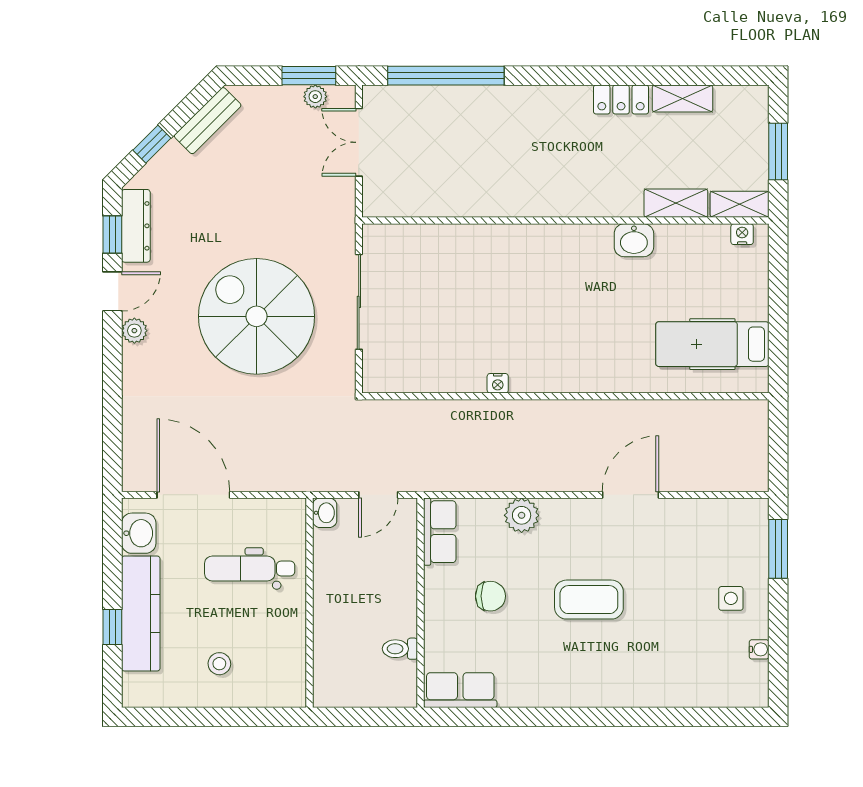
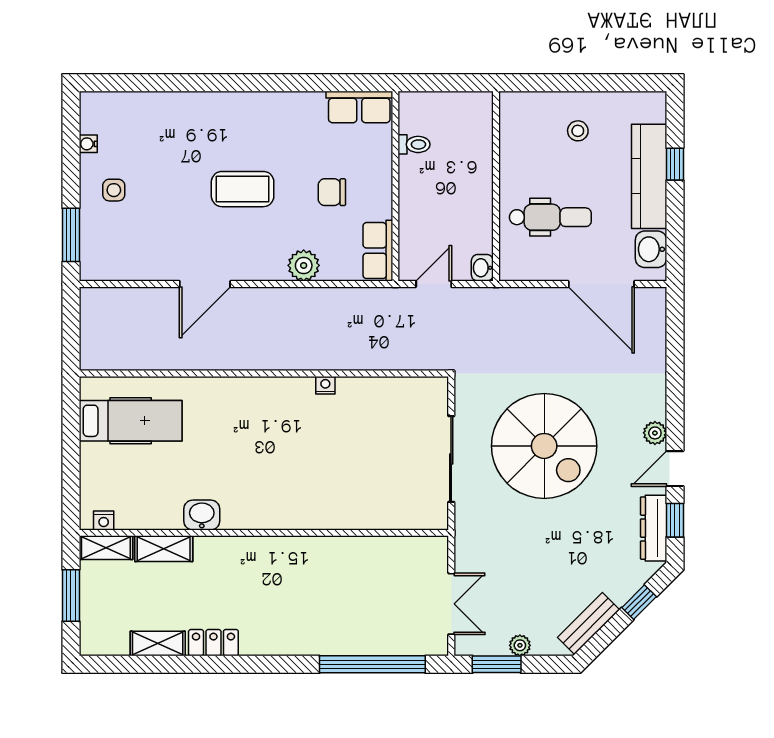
plant: (315, 97) -> (520, 645), moved

